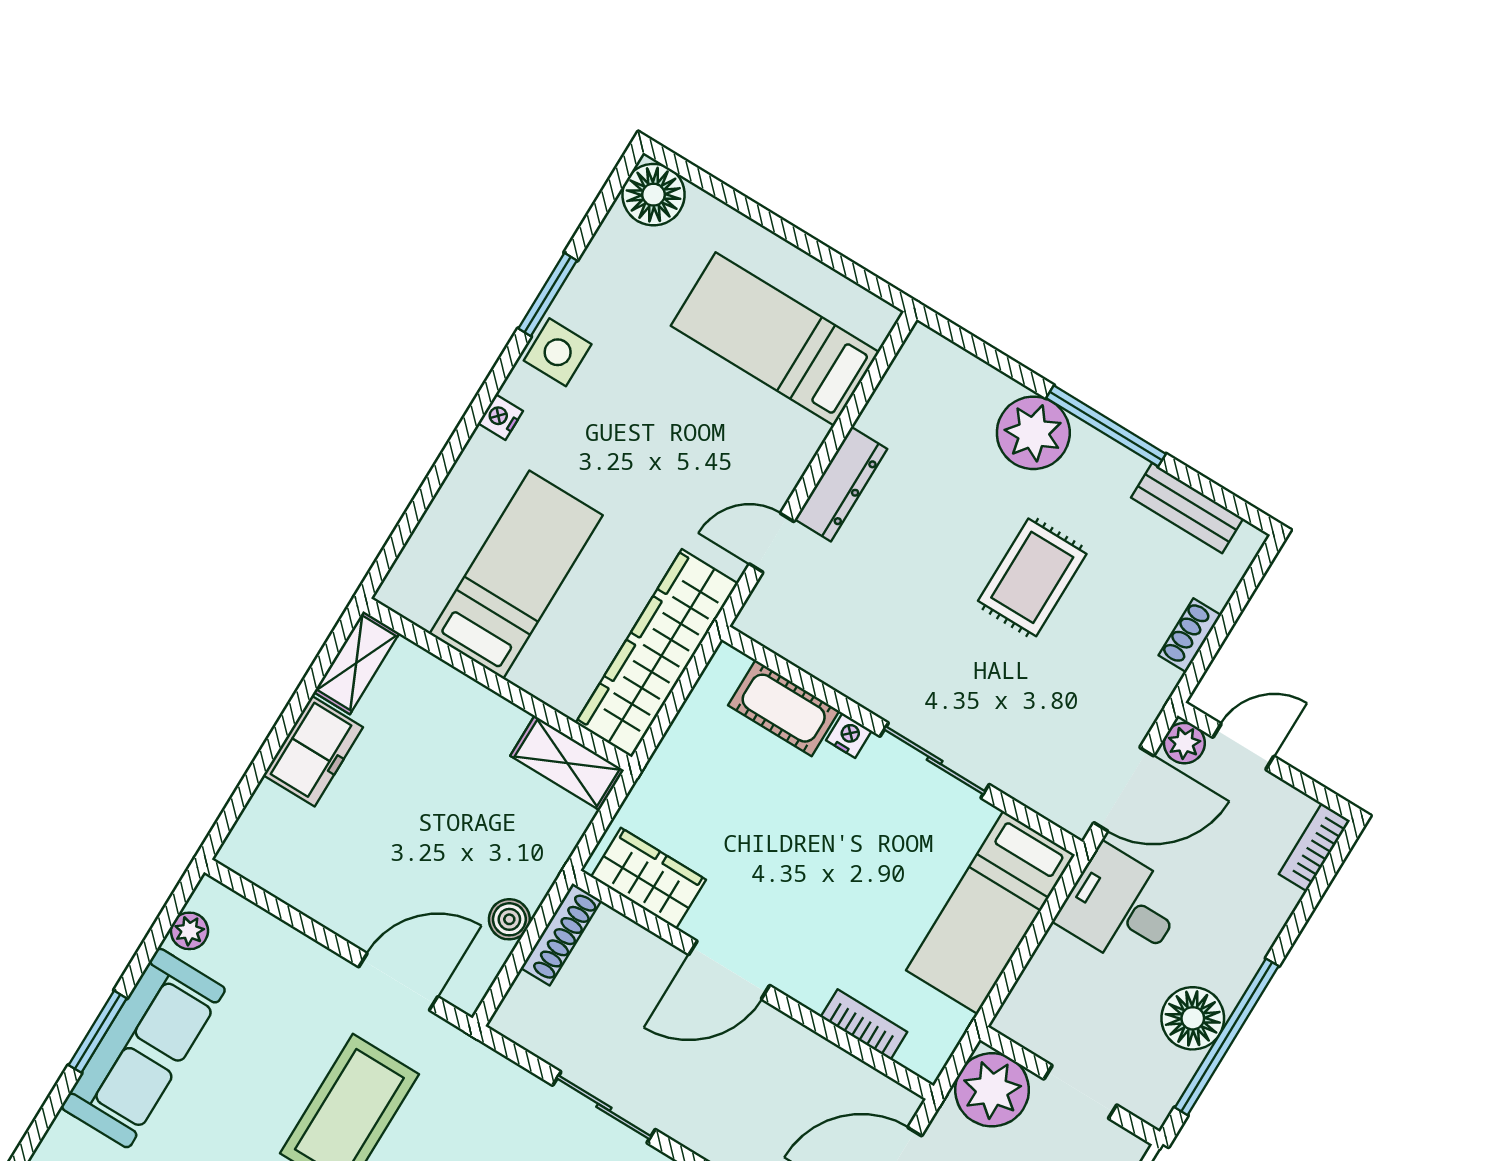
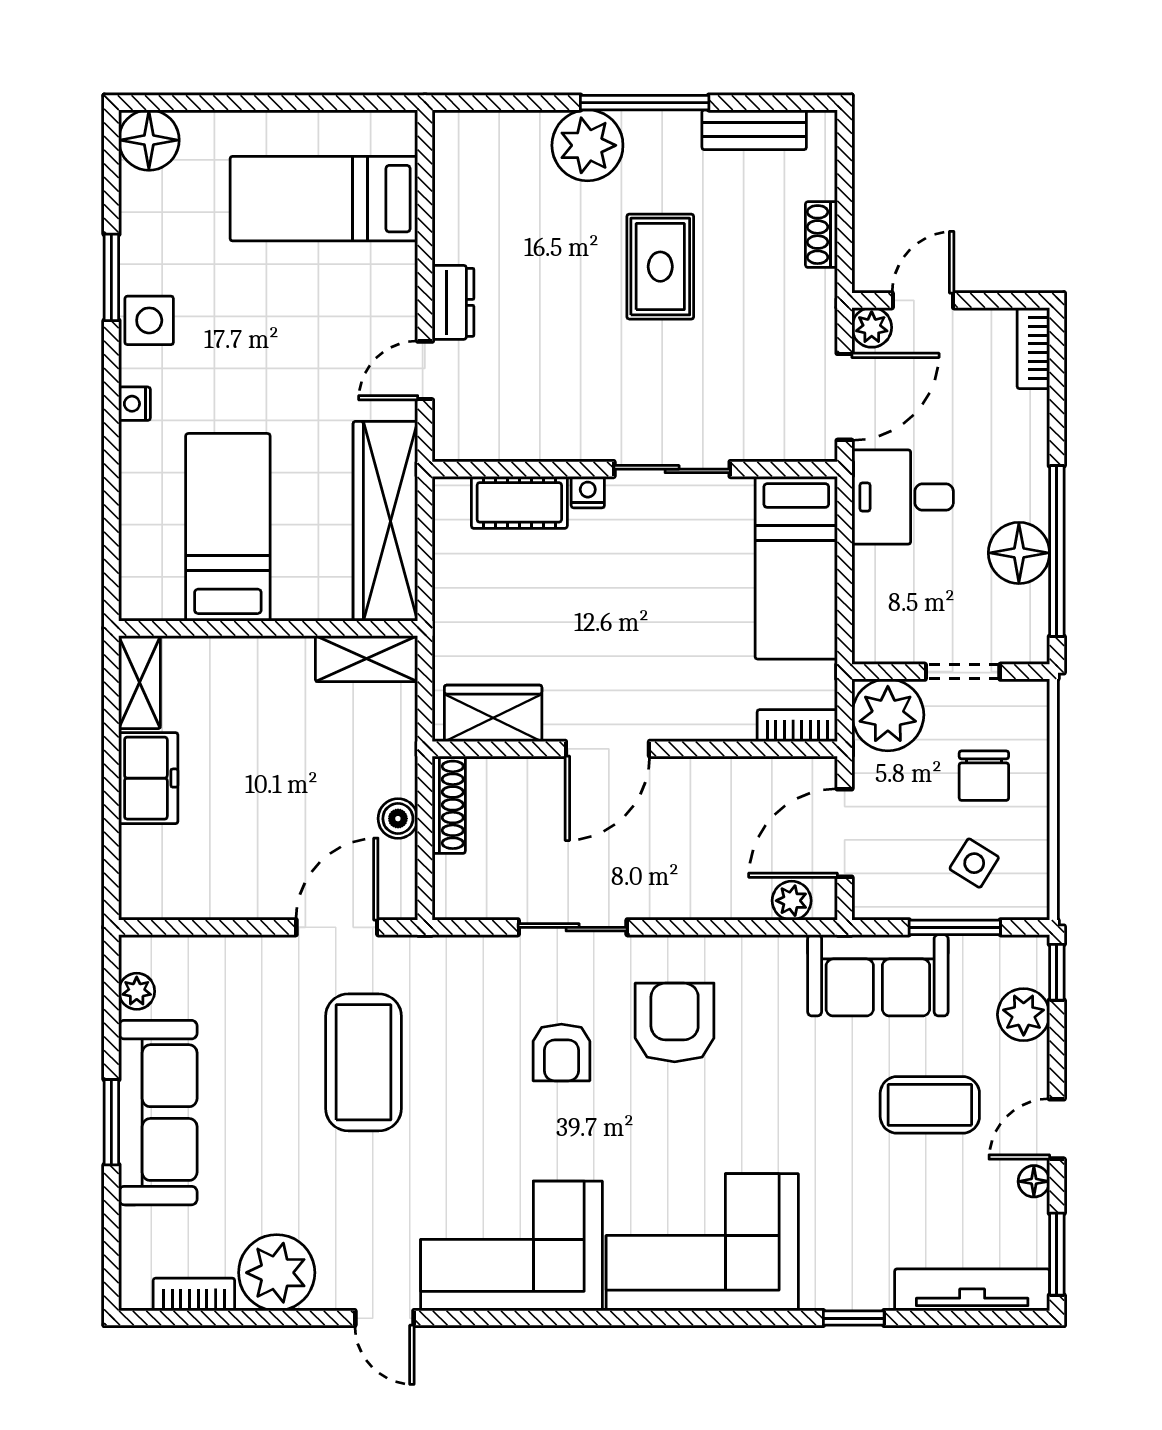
dresser: (841, 484) -> (453, 302), width x0.70
bookcase: (864, 1024) -> (797, 726), moved

